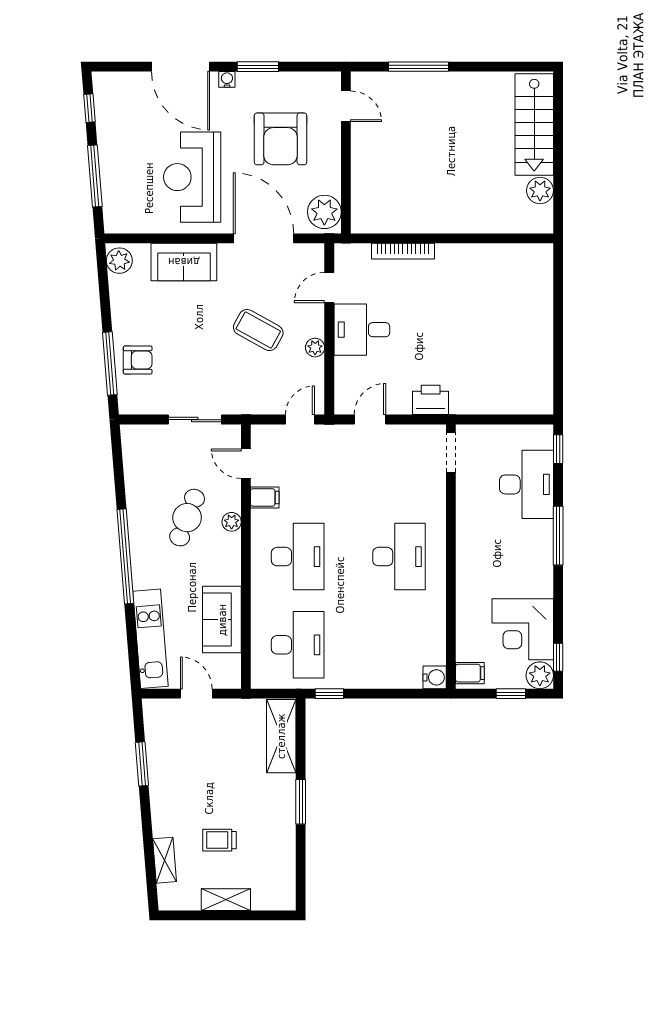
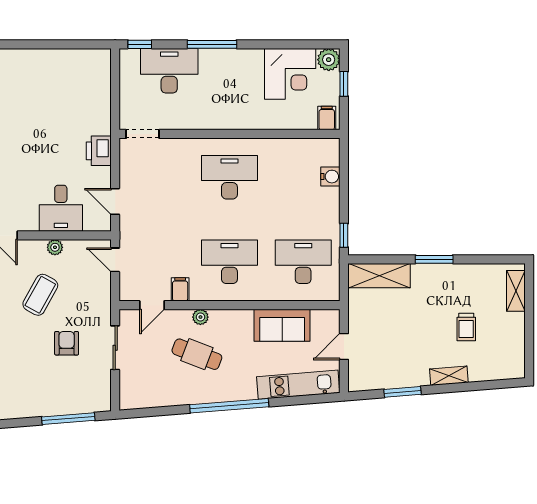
desk: (362, 330) -> (61, 208), moved
armchair: (138, 360) -> (67, 343), moved
window: (558, 657) -> (313, 44), removed
water cooler: (435, 677) -> (330, 177), moved, turned 90
shelving: (165, 860) -> (449, 376), moved
shelving: (226, 900) -> (516, 291), moved

